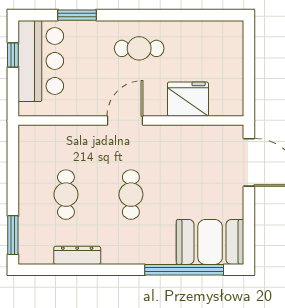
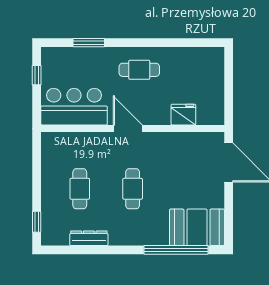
bar counter: (41, 61) -> (74, 107), moved, turned -90
fridge: (188, 99) -> (183, 115), width x0.73, depth x0.75
door: (125, 120) -> (128, 128), hinge flipped
window: (13, 235) -> (37, 222), width x0.67

